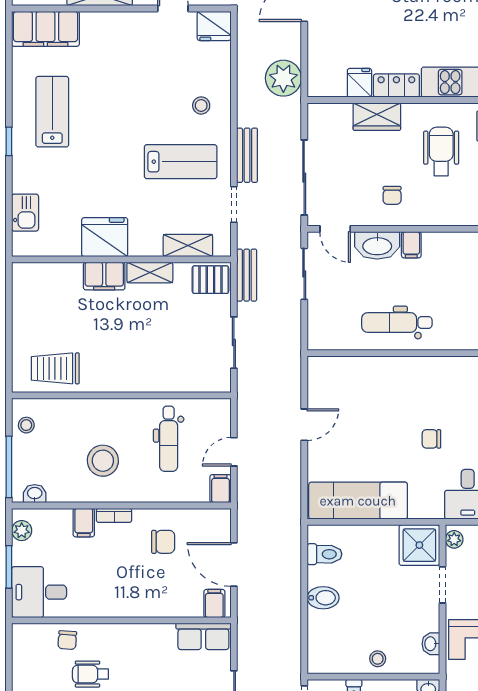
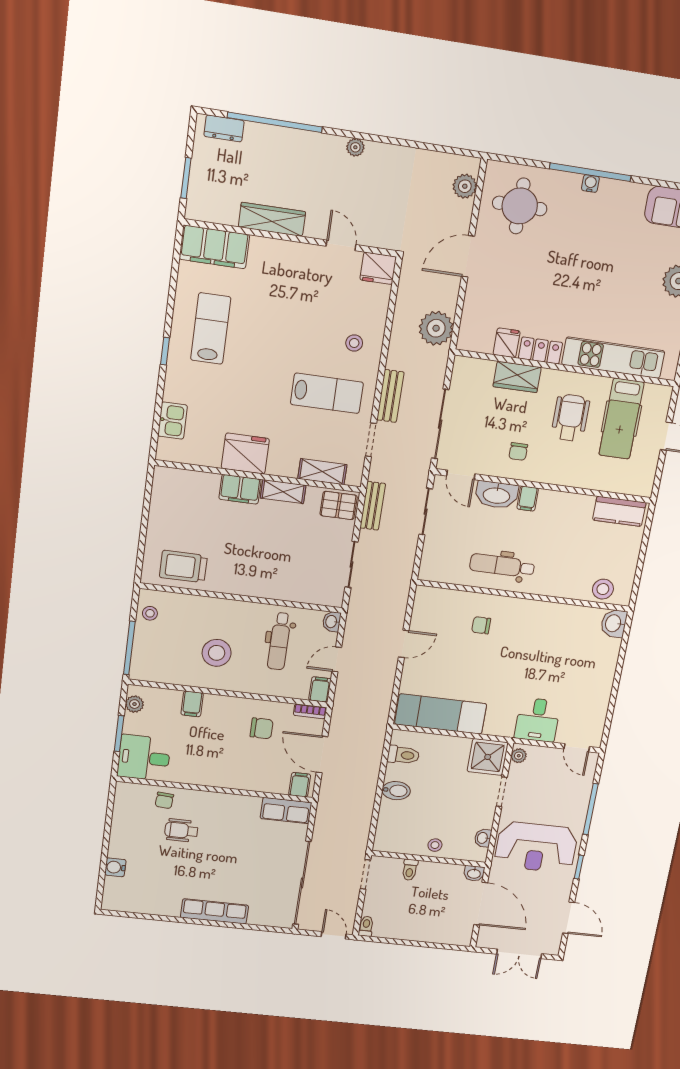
chair: (431, 439) -> (481, 625), moved
washbasin: (35, 494) -> (332, 622), moved, turned -90
bookcase: (114, 515) -> (310, 711), moved

